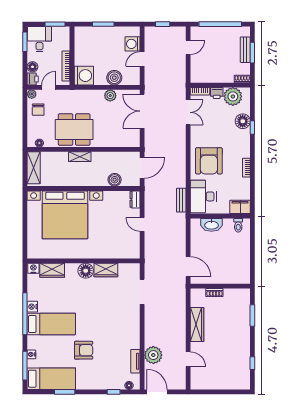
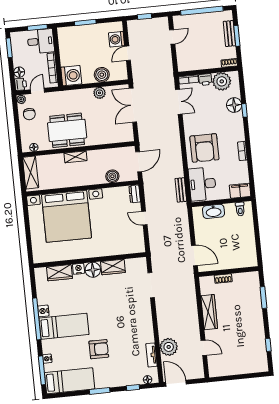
desk: (39, 39) -> (41, 41), moved, turned 90
nightstand: (33, 268) -> (79, 269), moved
window: (65, 392) -> (100, 391), moved

